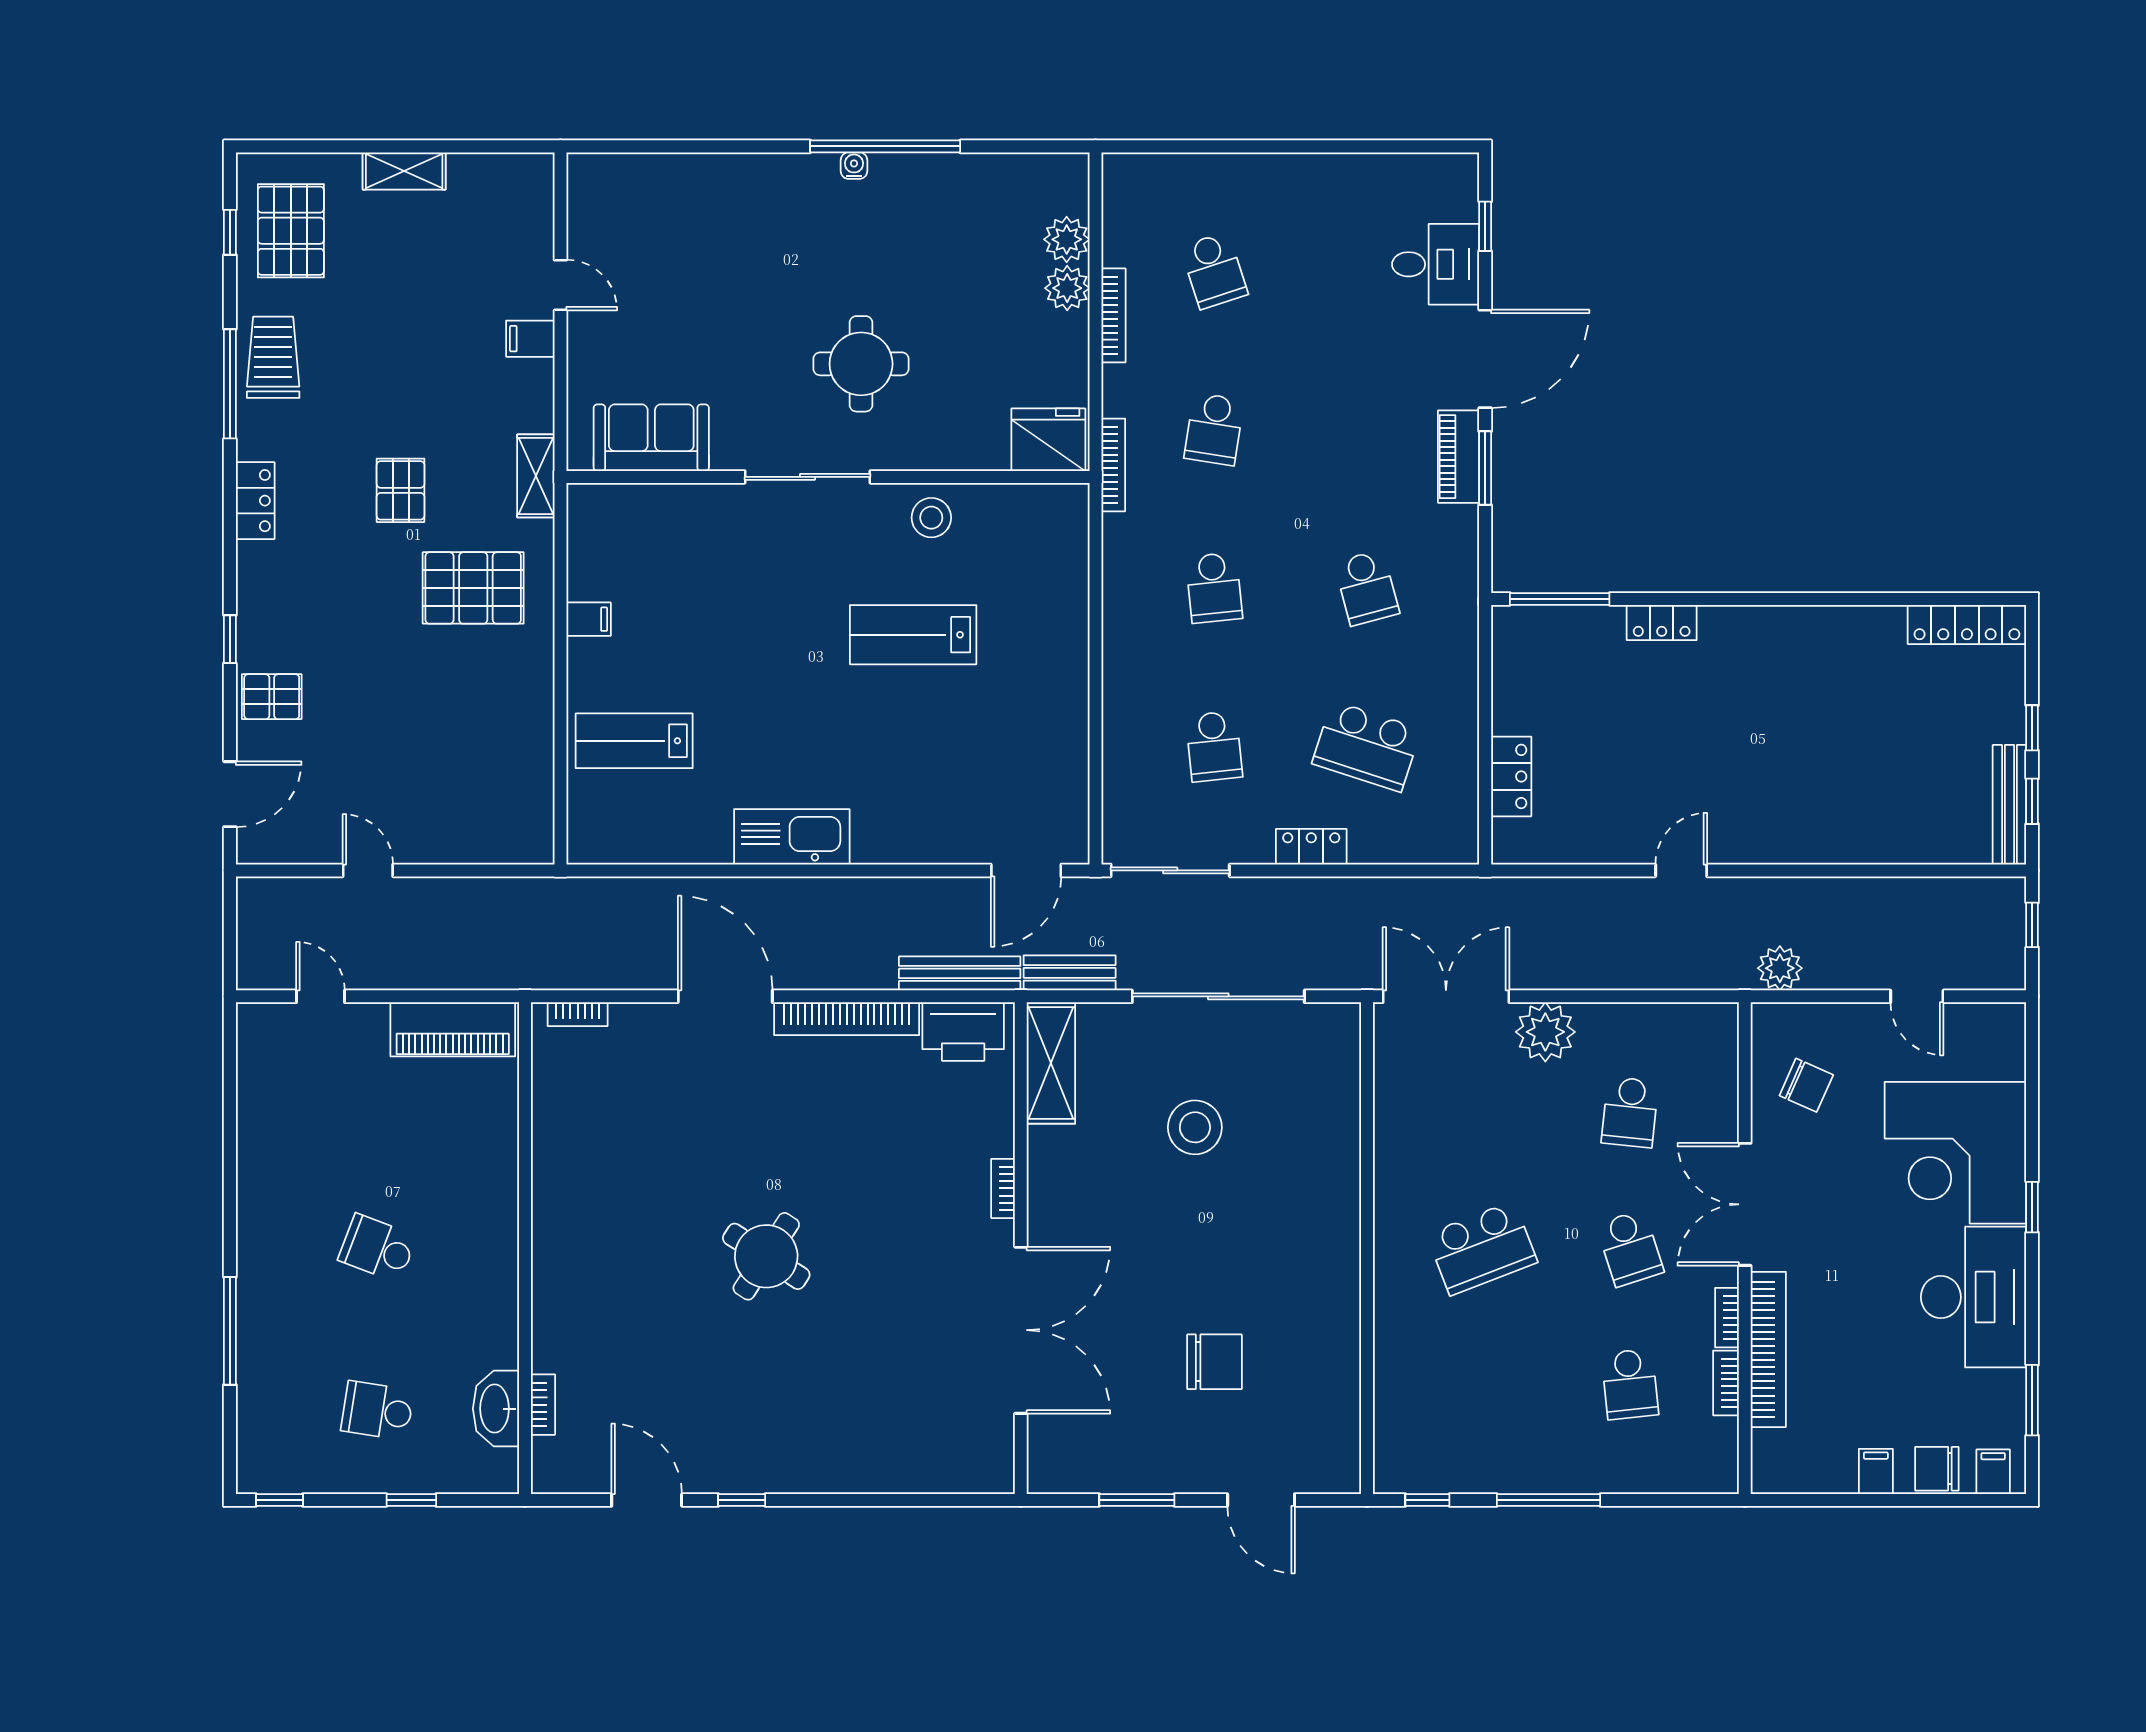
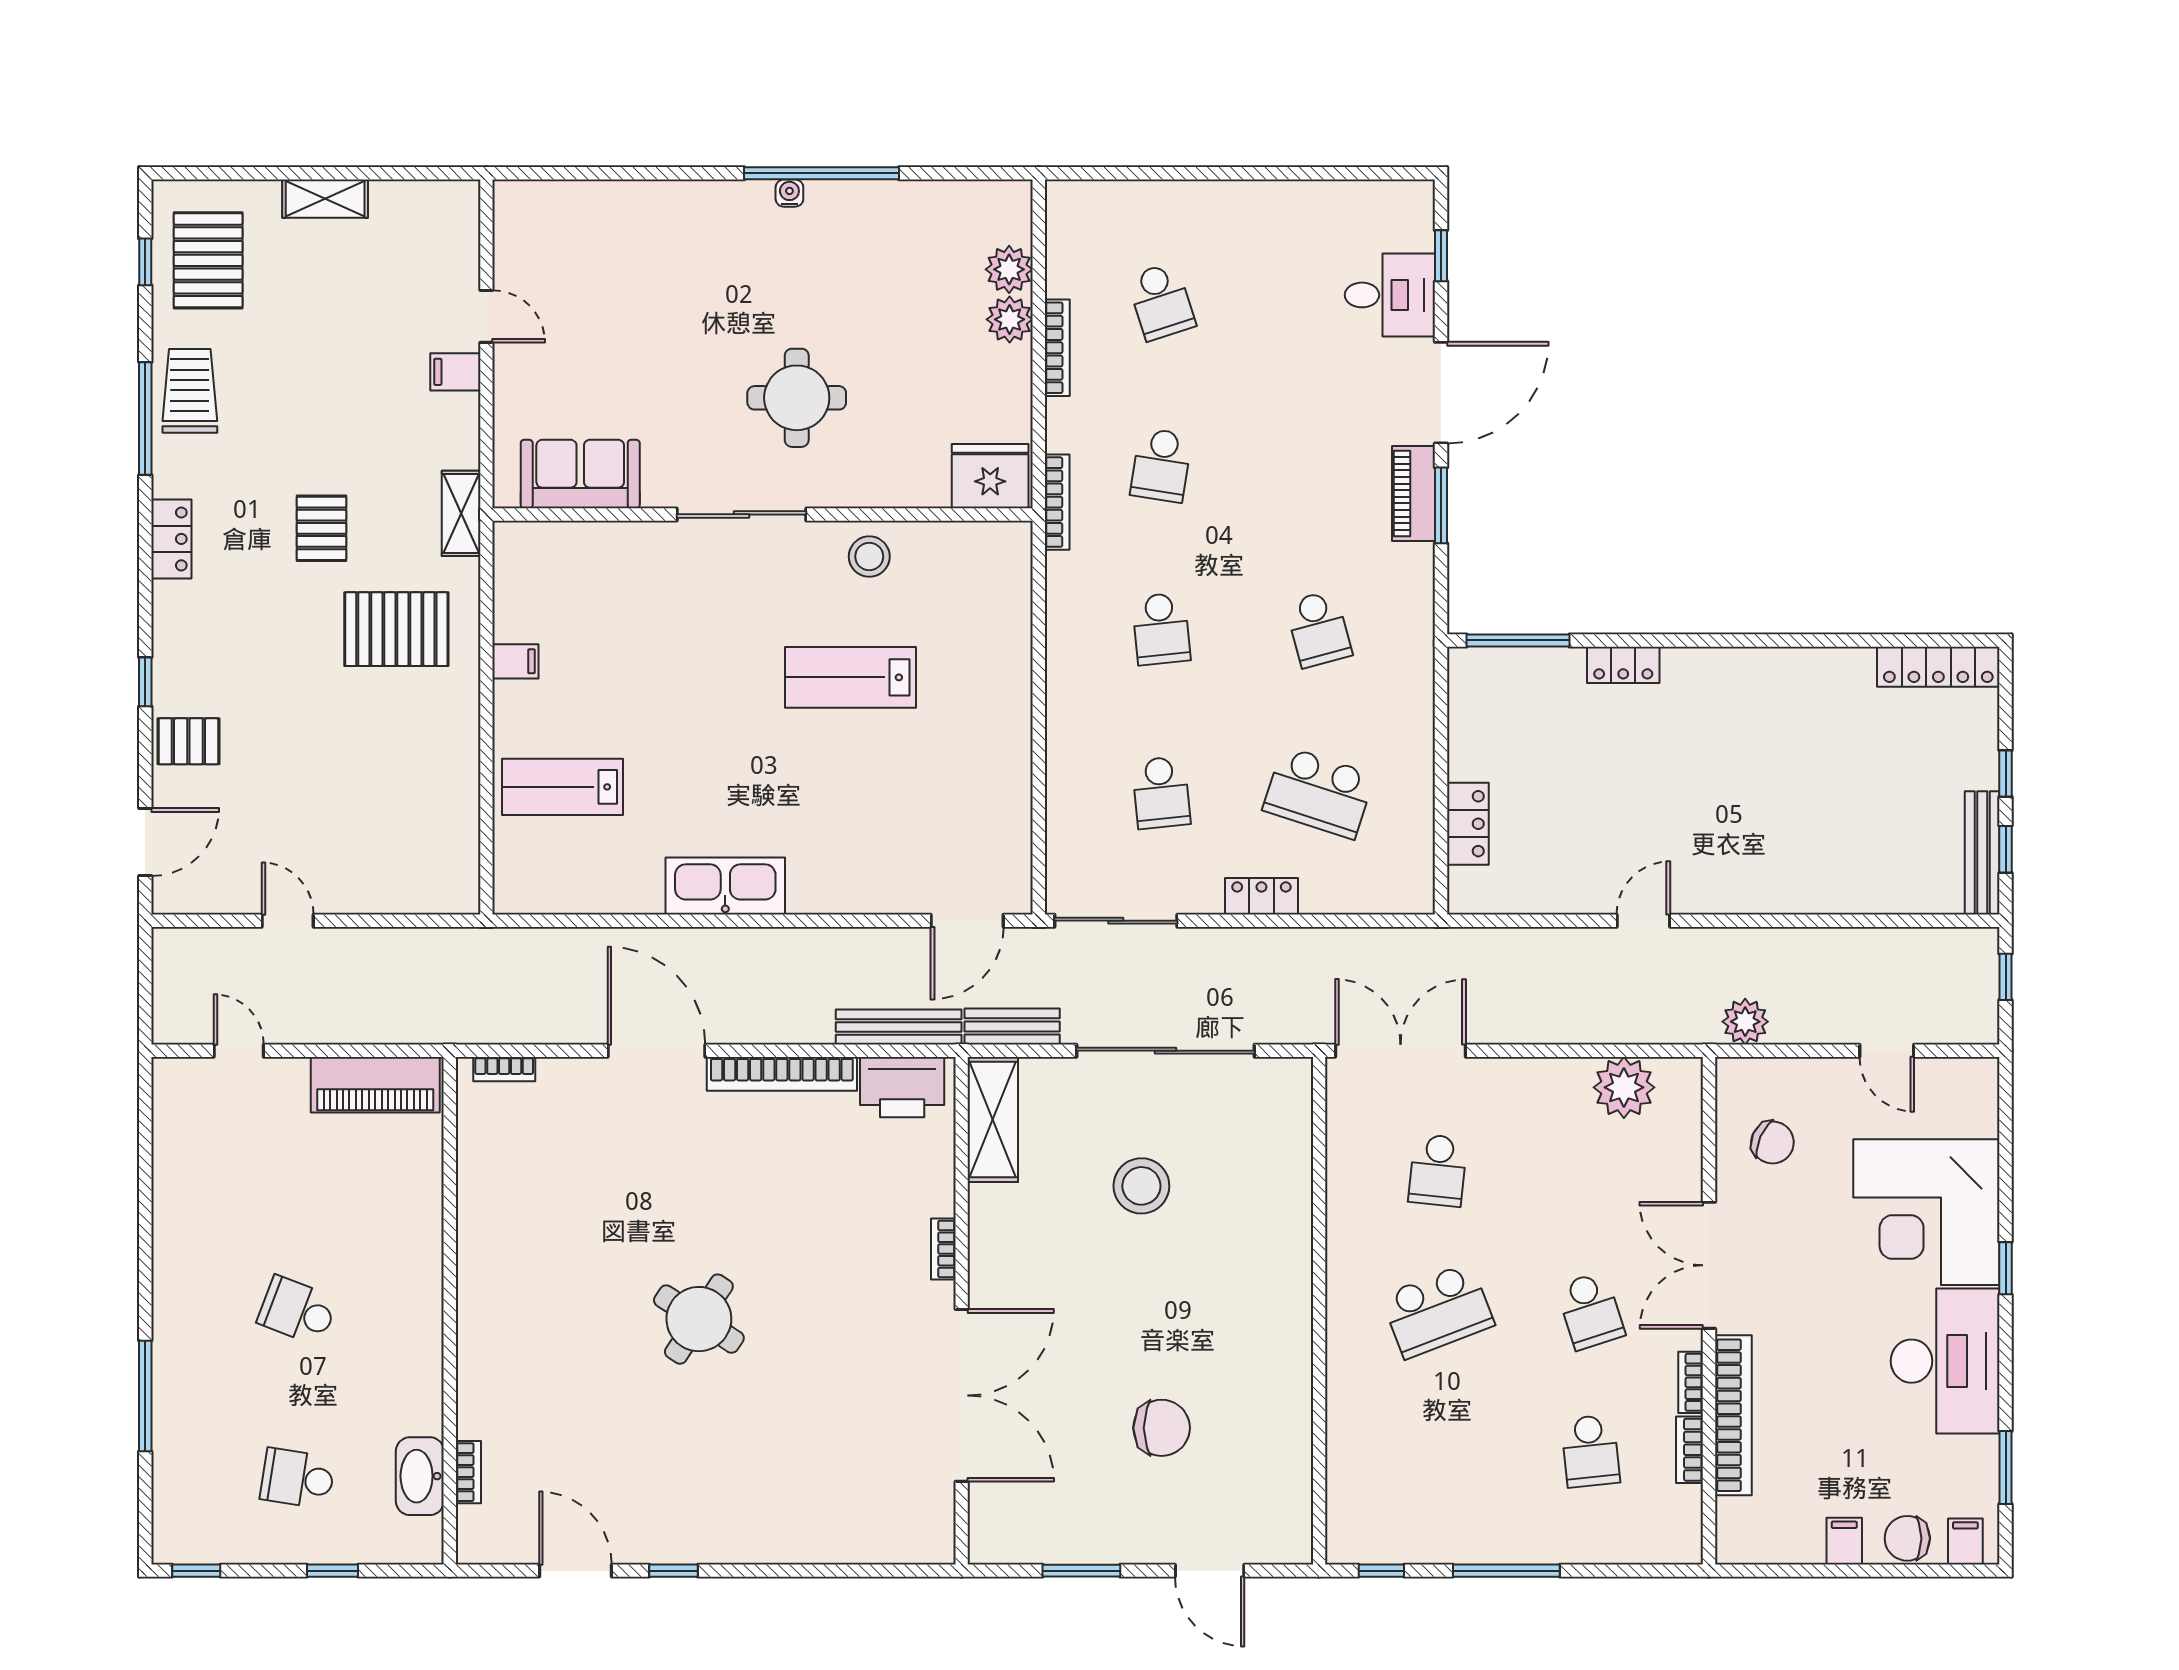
plant: (1545, 1032) -> (1624, 1087), moved
school desk: (1630, 1112) -> (1438, 1170), moved

